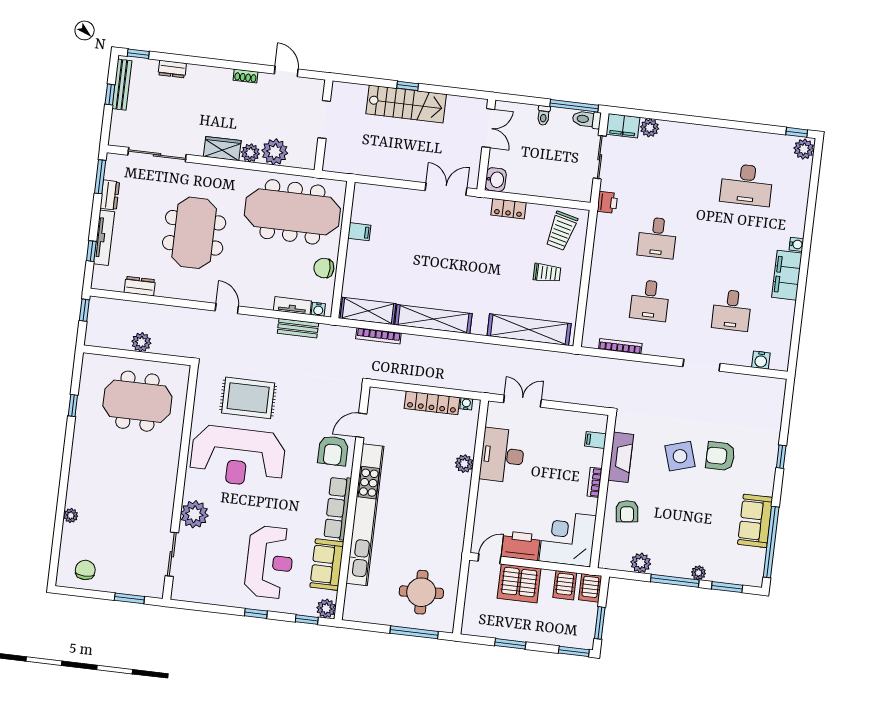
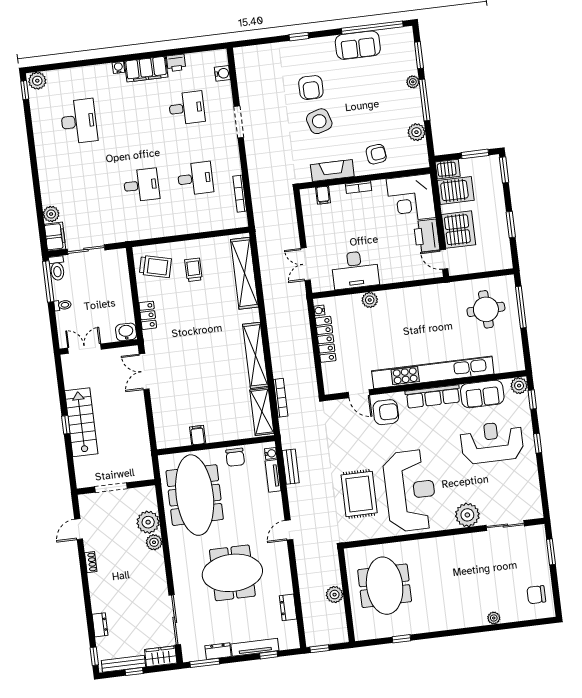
wardrobe: (222, 149) -> (161, 656), moved, turned 90
printer: (607, 202) -> (176, 63), moved, turned 180
server rack: (565, 585) -> (456, 190), width x1.36, depth x1.44

